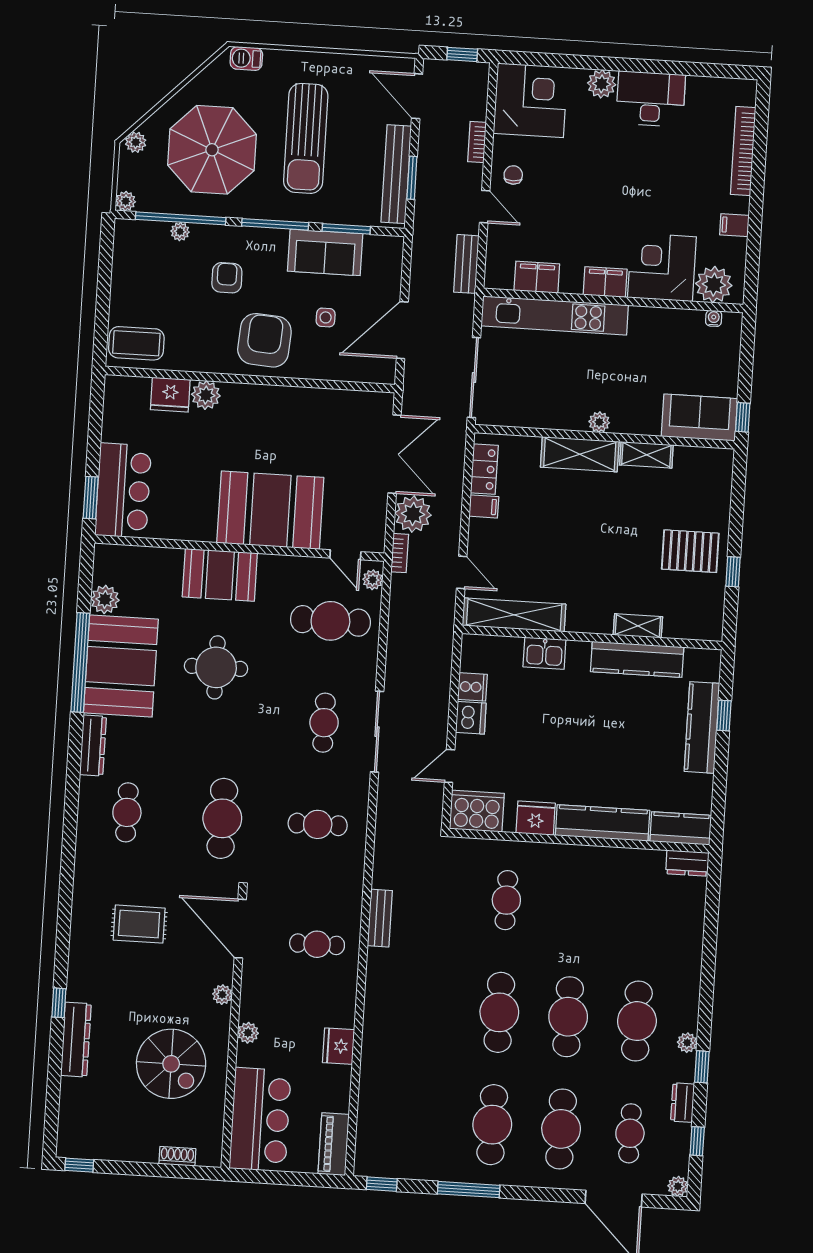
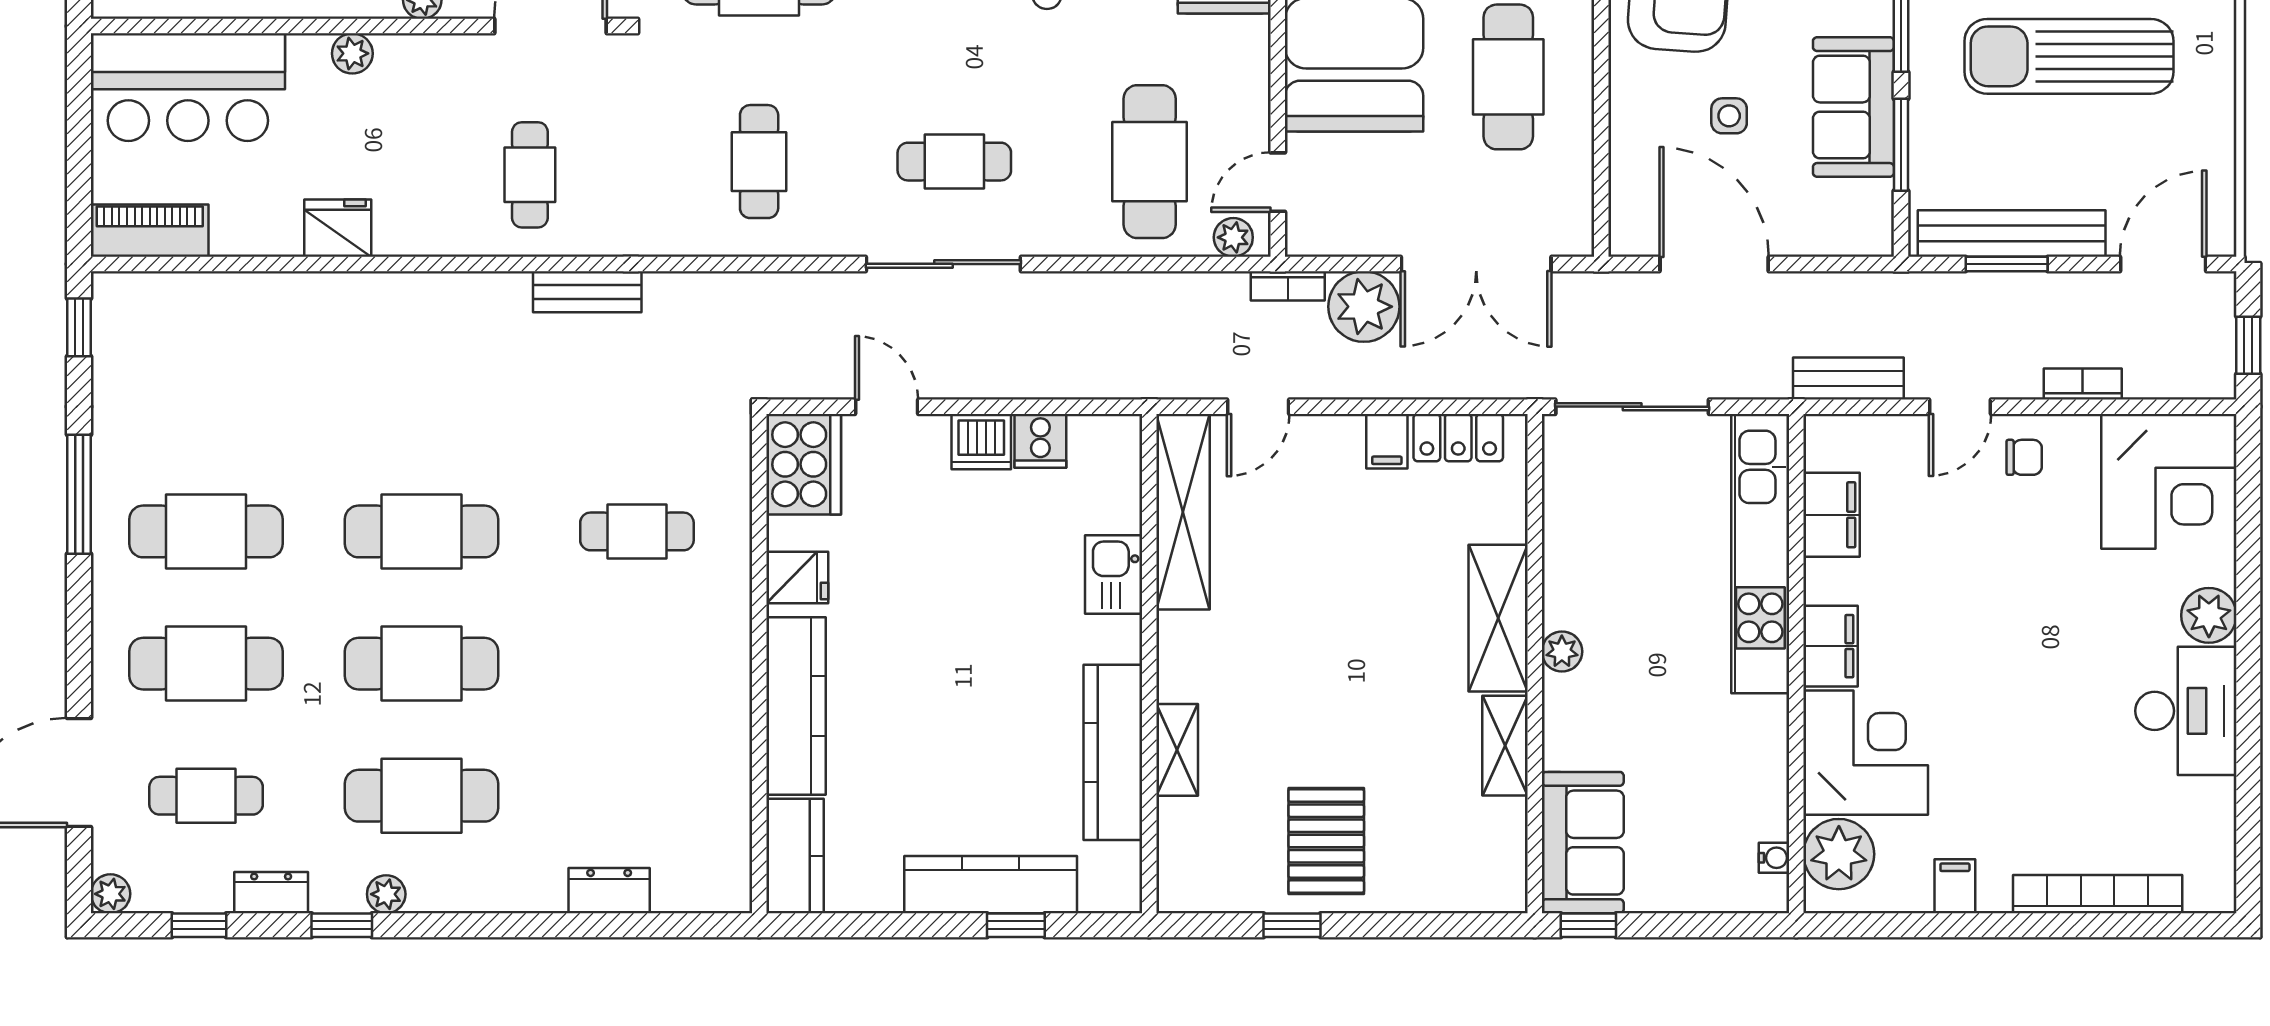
cafe table: (298, 431) -> (1508, 77), added
fridge: (536, 818) -> (797, 577), width x0.72
dresser: (687, 863) -> (609, 891), moved, turned 90

